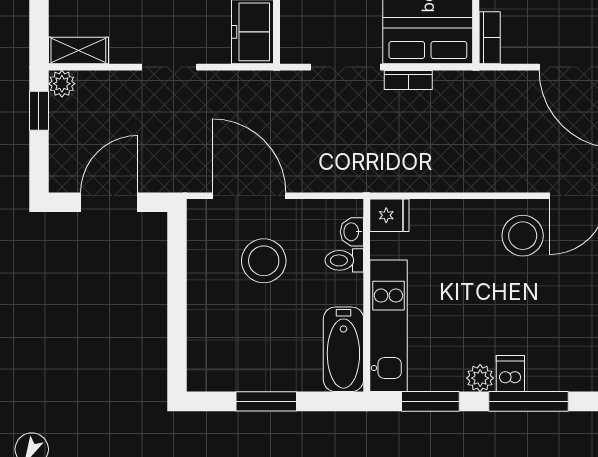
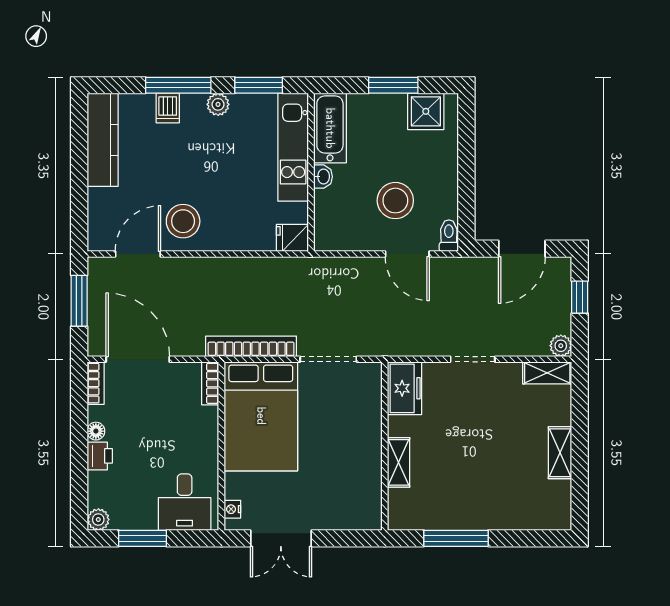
bookcase: (408, 80) -> (251, 346), width x2.31, depth x1.31
window: (39, 111) -> (580, 297), moved
door: (249, 196) -> (407, 254), width x0.73
washbasin: (352, 232) -> (323, 177), moved
toilet: (344, 260) -> (449, 236), moved, turned -90
shower: (227, 370) -> (426, 111), added
dishwasher: (510, 374) -> (168, 108), moved

